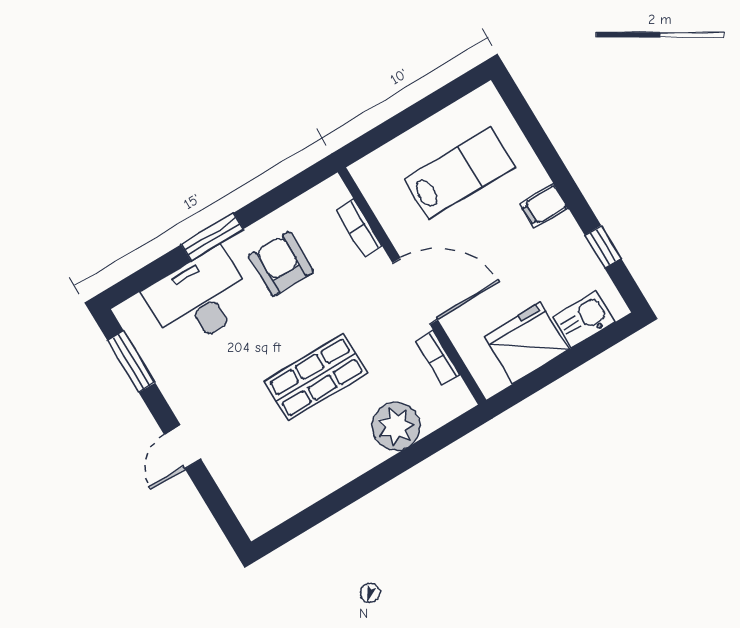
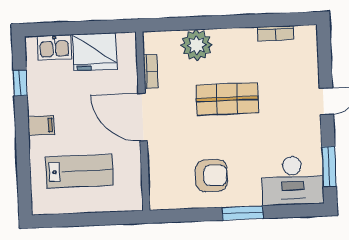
lab bench: (460, 173) -> (79, 171), turned 180
bookcase: (359, 228) -> (276, 33), moved, turned 90
armchair: (281, 264) -> (211, 176), turned -90
desk: (199, 298) -> (293, 181), moved

